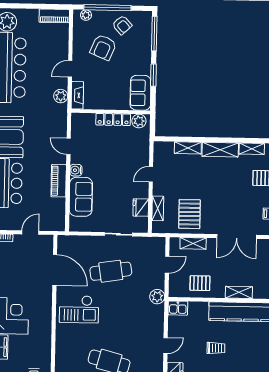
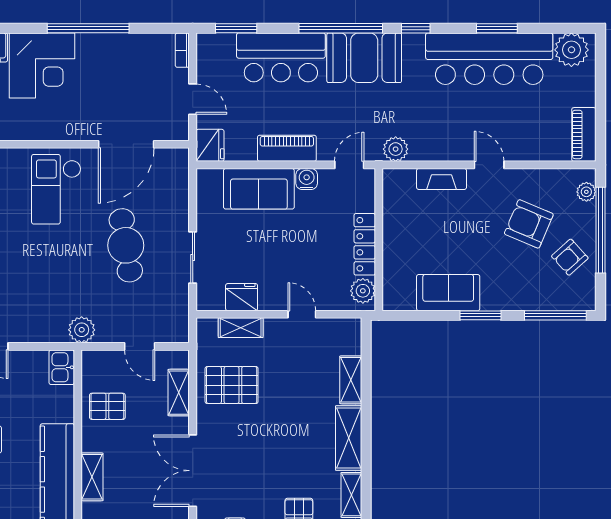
plant: (61, 96) -> (396, 149), moved
wall: (111, 112) -> (379, 240), moved
locker: (113, 119) -> (365, 244), moved
plant: (139, 121) -> (363, 291), moved
fridge: (56, 223) -> (210, 145), added
pallet: (200, 283) -> (107, 406), turned 90

